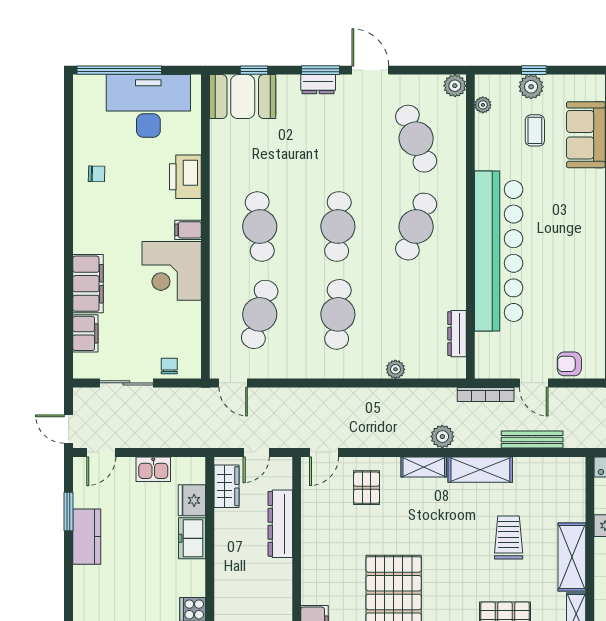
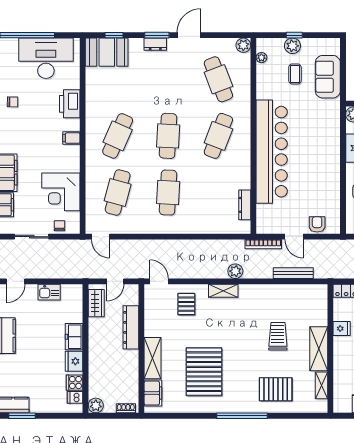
door: (370, 70) -> (189, 35), hinge flipped
cafe table: (260, 227) -> (118, 136), turned 30
corner desk: (172, 271) -> (61, 192), moved
armchair: (569, 364) -> (317, 224), turned 90
plant: (395, 369) -> (205, 228), removed
door: (324, 452) -> (159, 281), swing flipped
shelving: (480, 470) -> (153, 358), moved, turned 90
fridge: (192, 500) -> (74, 361), moved

